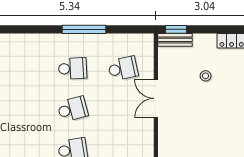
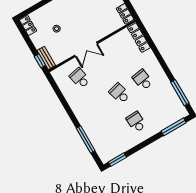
window: (84, 29) -> (86, 140), moved
school desk: (73, 68) -> (136, 122), moved

